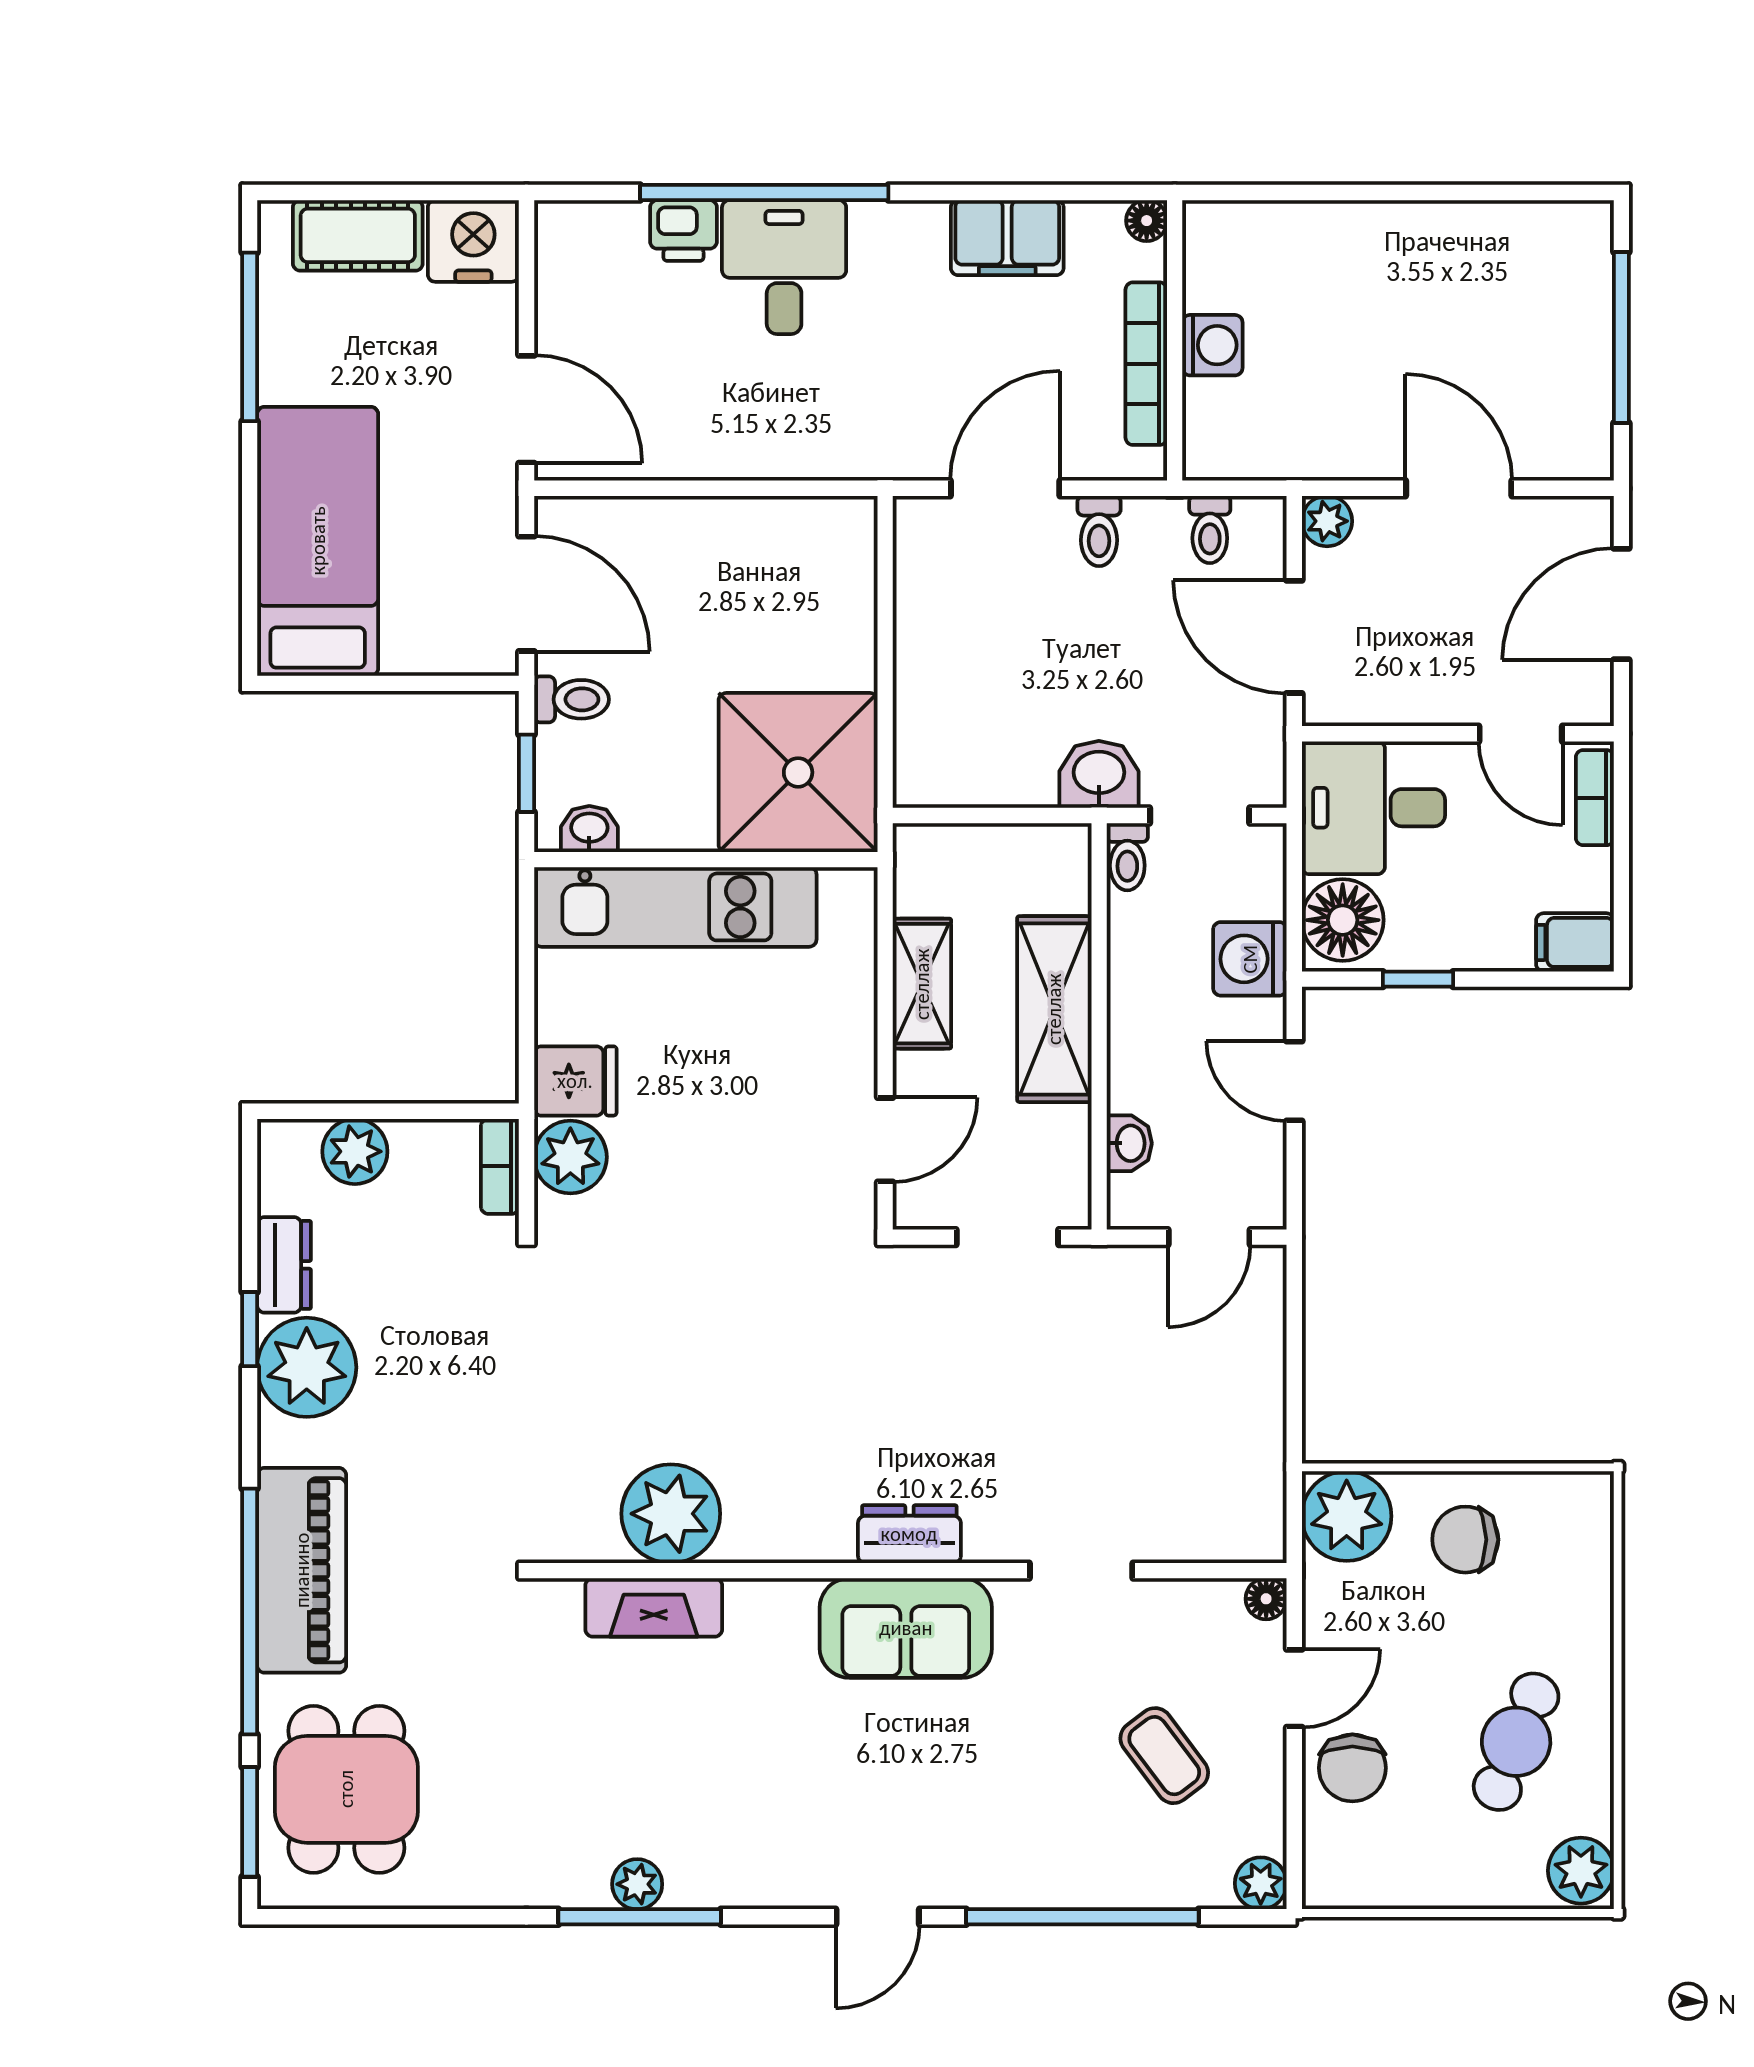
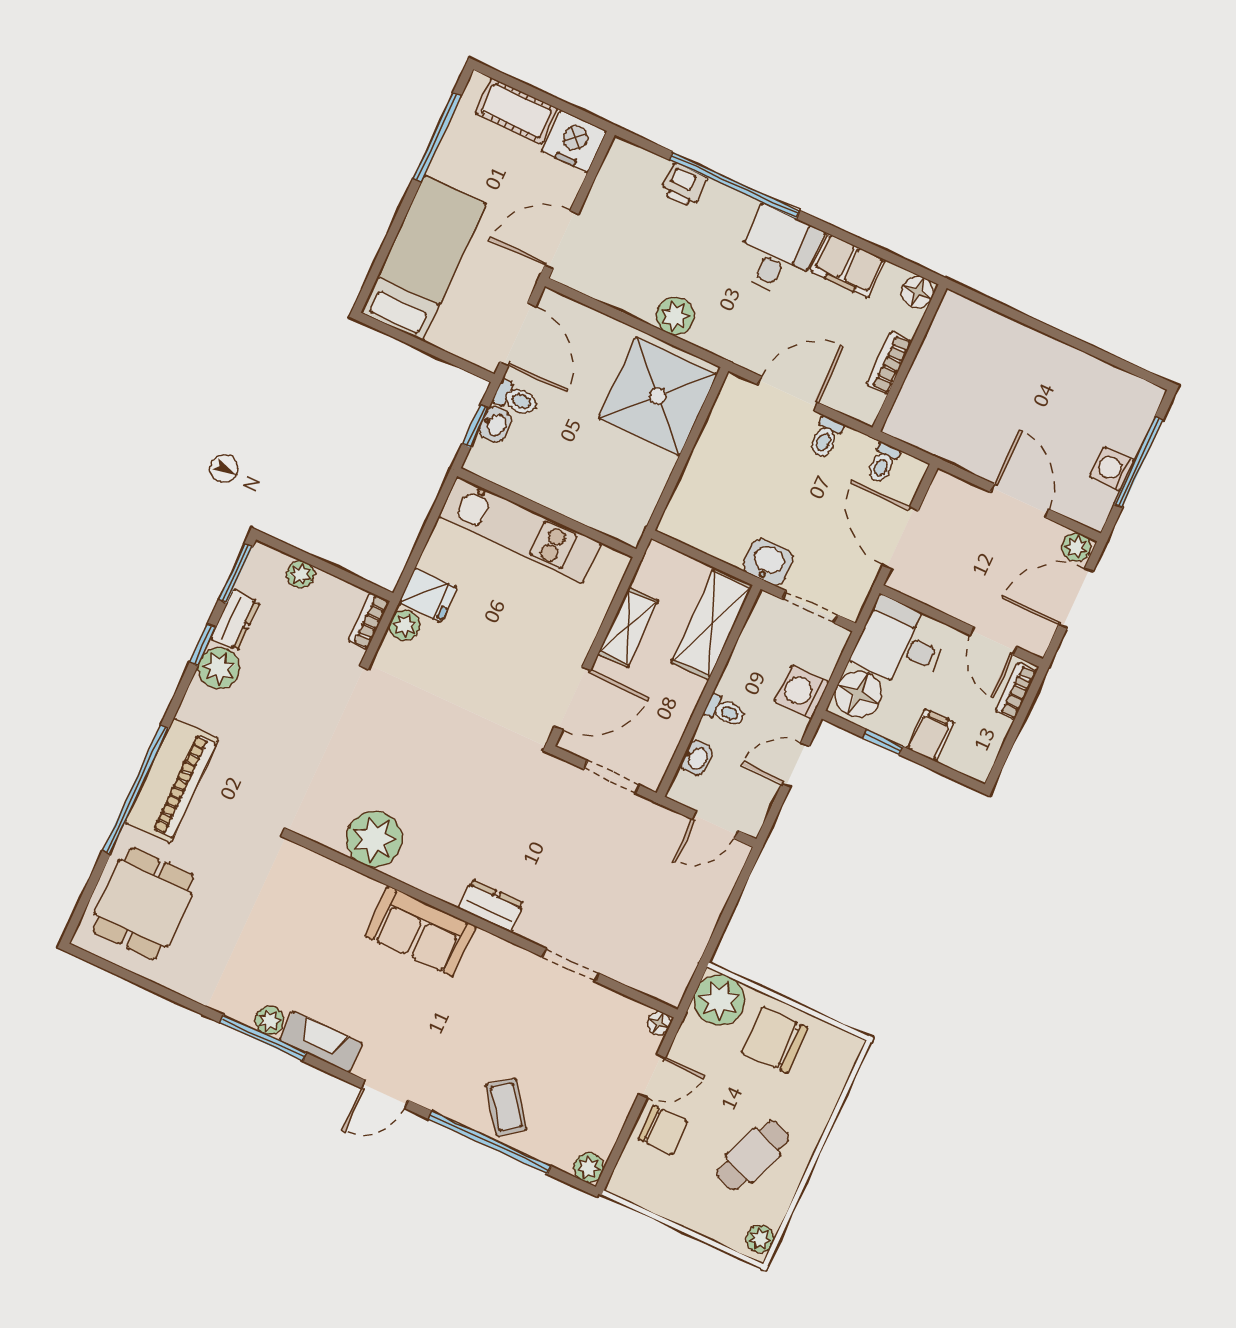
floor lamp: (1147, 221) -> (918, 292), width x1.37, depth x1.37
desk: (784, 267) -> (778, 252), moved
washing machine: (1212, 345) -> (1112, 469), moved, turned 180
bookcase: (1146, 364) -> (889, 363), width x0.64
door: (526, 409) -> (562, 240), swing flipped
plant: (766, 448) -> (675, 316), added
plant: (1327, 521) -> (1076, 547), moved
shower: (798, 772) -> (658, 396), moved
washbasin: (589, 829) -> (495, 424), moved, turned 90
toilet: (1127, 857) -> (725, 711), moved, turned -90
filing cabinet: (1575, 942) -> (930, 735), moved, turned 90
shelving: (1054, 1009) -> (712, 624), moved
door: (1294, 1081) -> (796, 765), hinge flipped
door: (885, 1140) -> (572, 698), width x1.38
plant: (355, 1151) -> (300, 574), width x0.73, depth x0.73
plant: (570, 1157) -> (404, 625), width x0.73, depth x0.73
plant: (307, 1367) -> (219, 668), width x0.73, depth x0.73
chair: (1465, 1540) -> (775, 1040), width x1.37, depth x1.37
fireplace: (654, 1607) -> (321, 1042), moved, turned 180
sofa: (906, 1628) -> (420, 931), moved
coffee table: (1164, 1756) -> (506, 1107), moved
chair: (1352, 1768) -> (663, 1130), turned -90
window: (250, 1822) -> (236, 573), moved
plant: (1581, 1871) -> (760, 1239), width x0.73, depth x0.73

